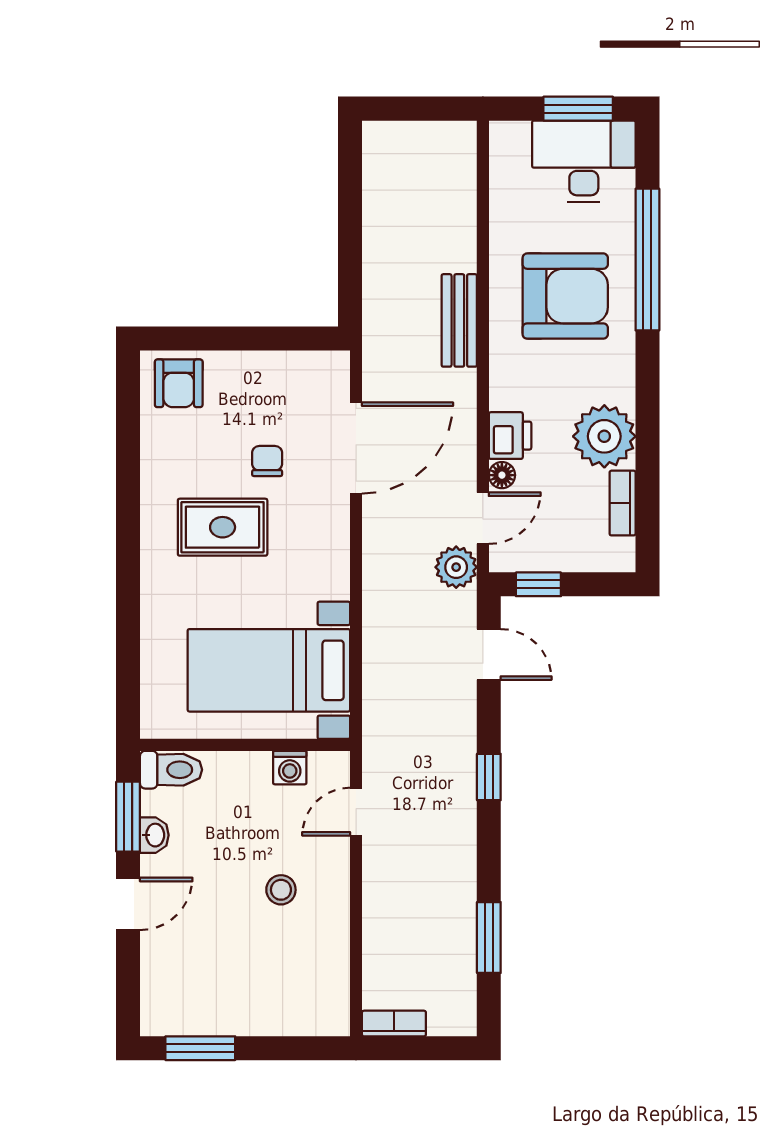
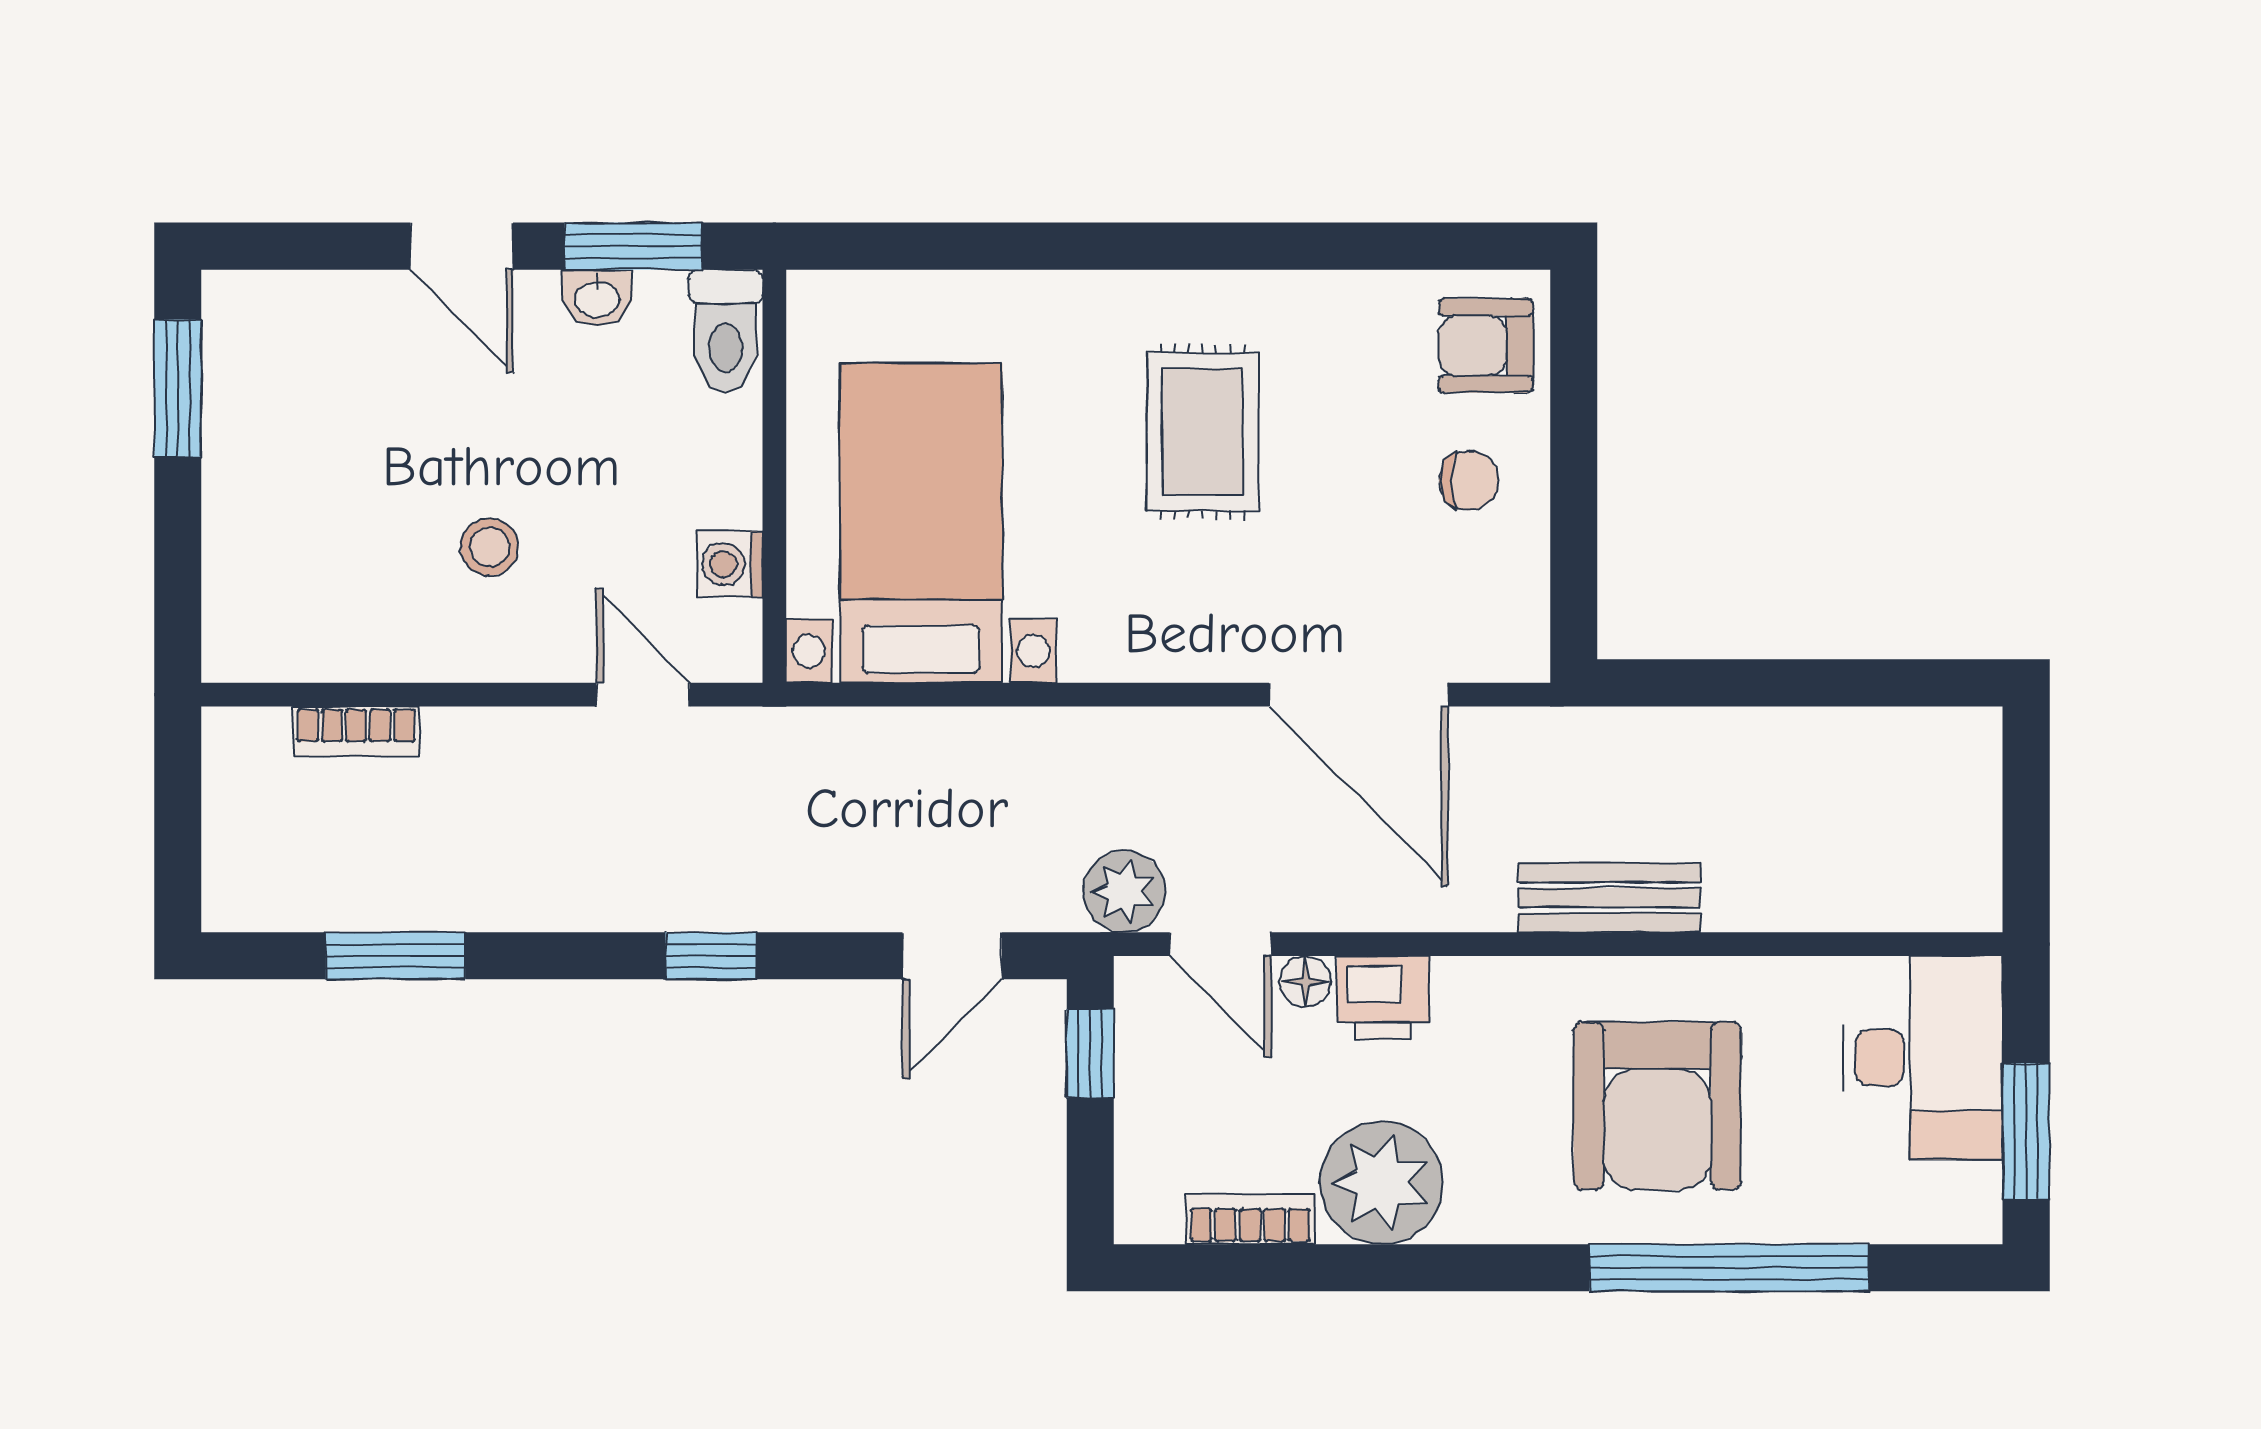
desk: (584, 161) -> (1923, 1058), moved
chair: (267, 461) -> (1469, 481), moved
bookcase: (394, 1024) -> (356, 731), moved, turned 90

